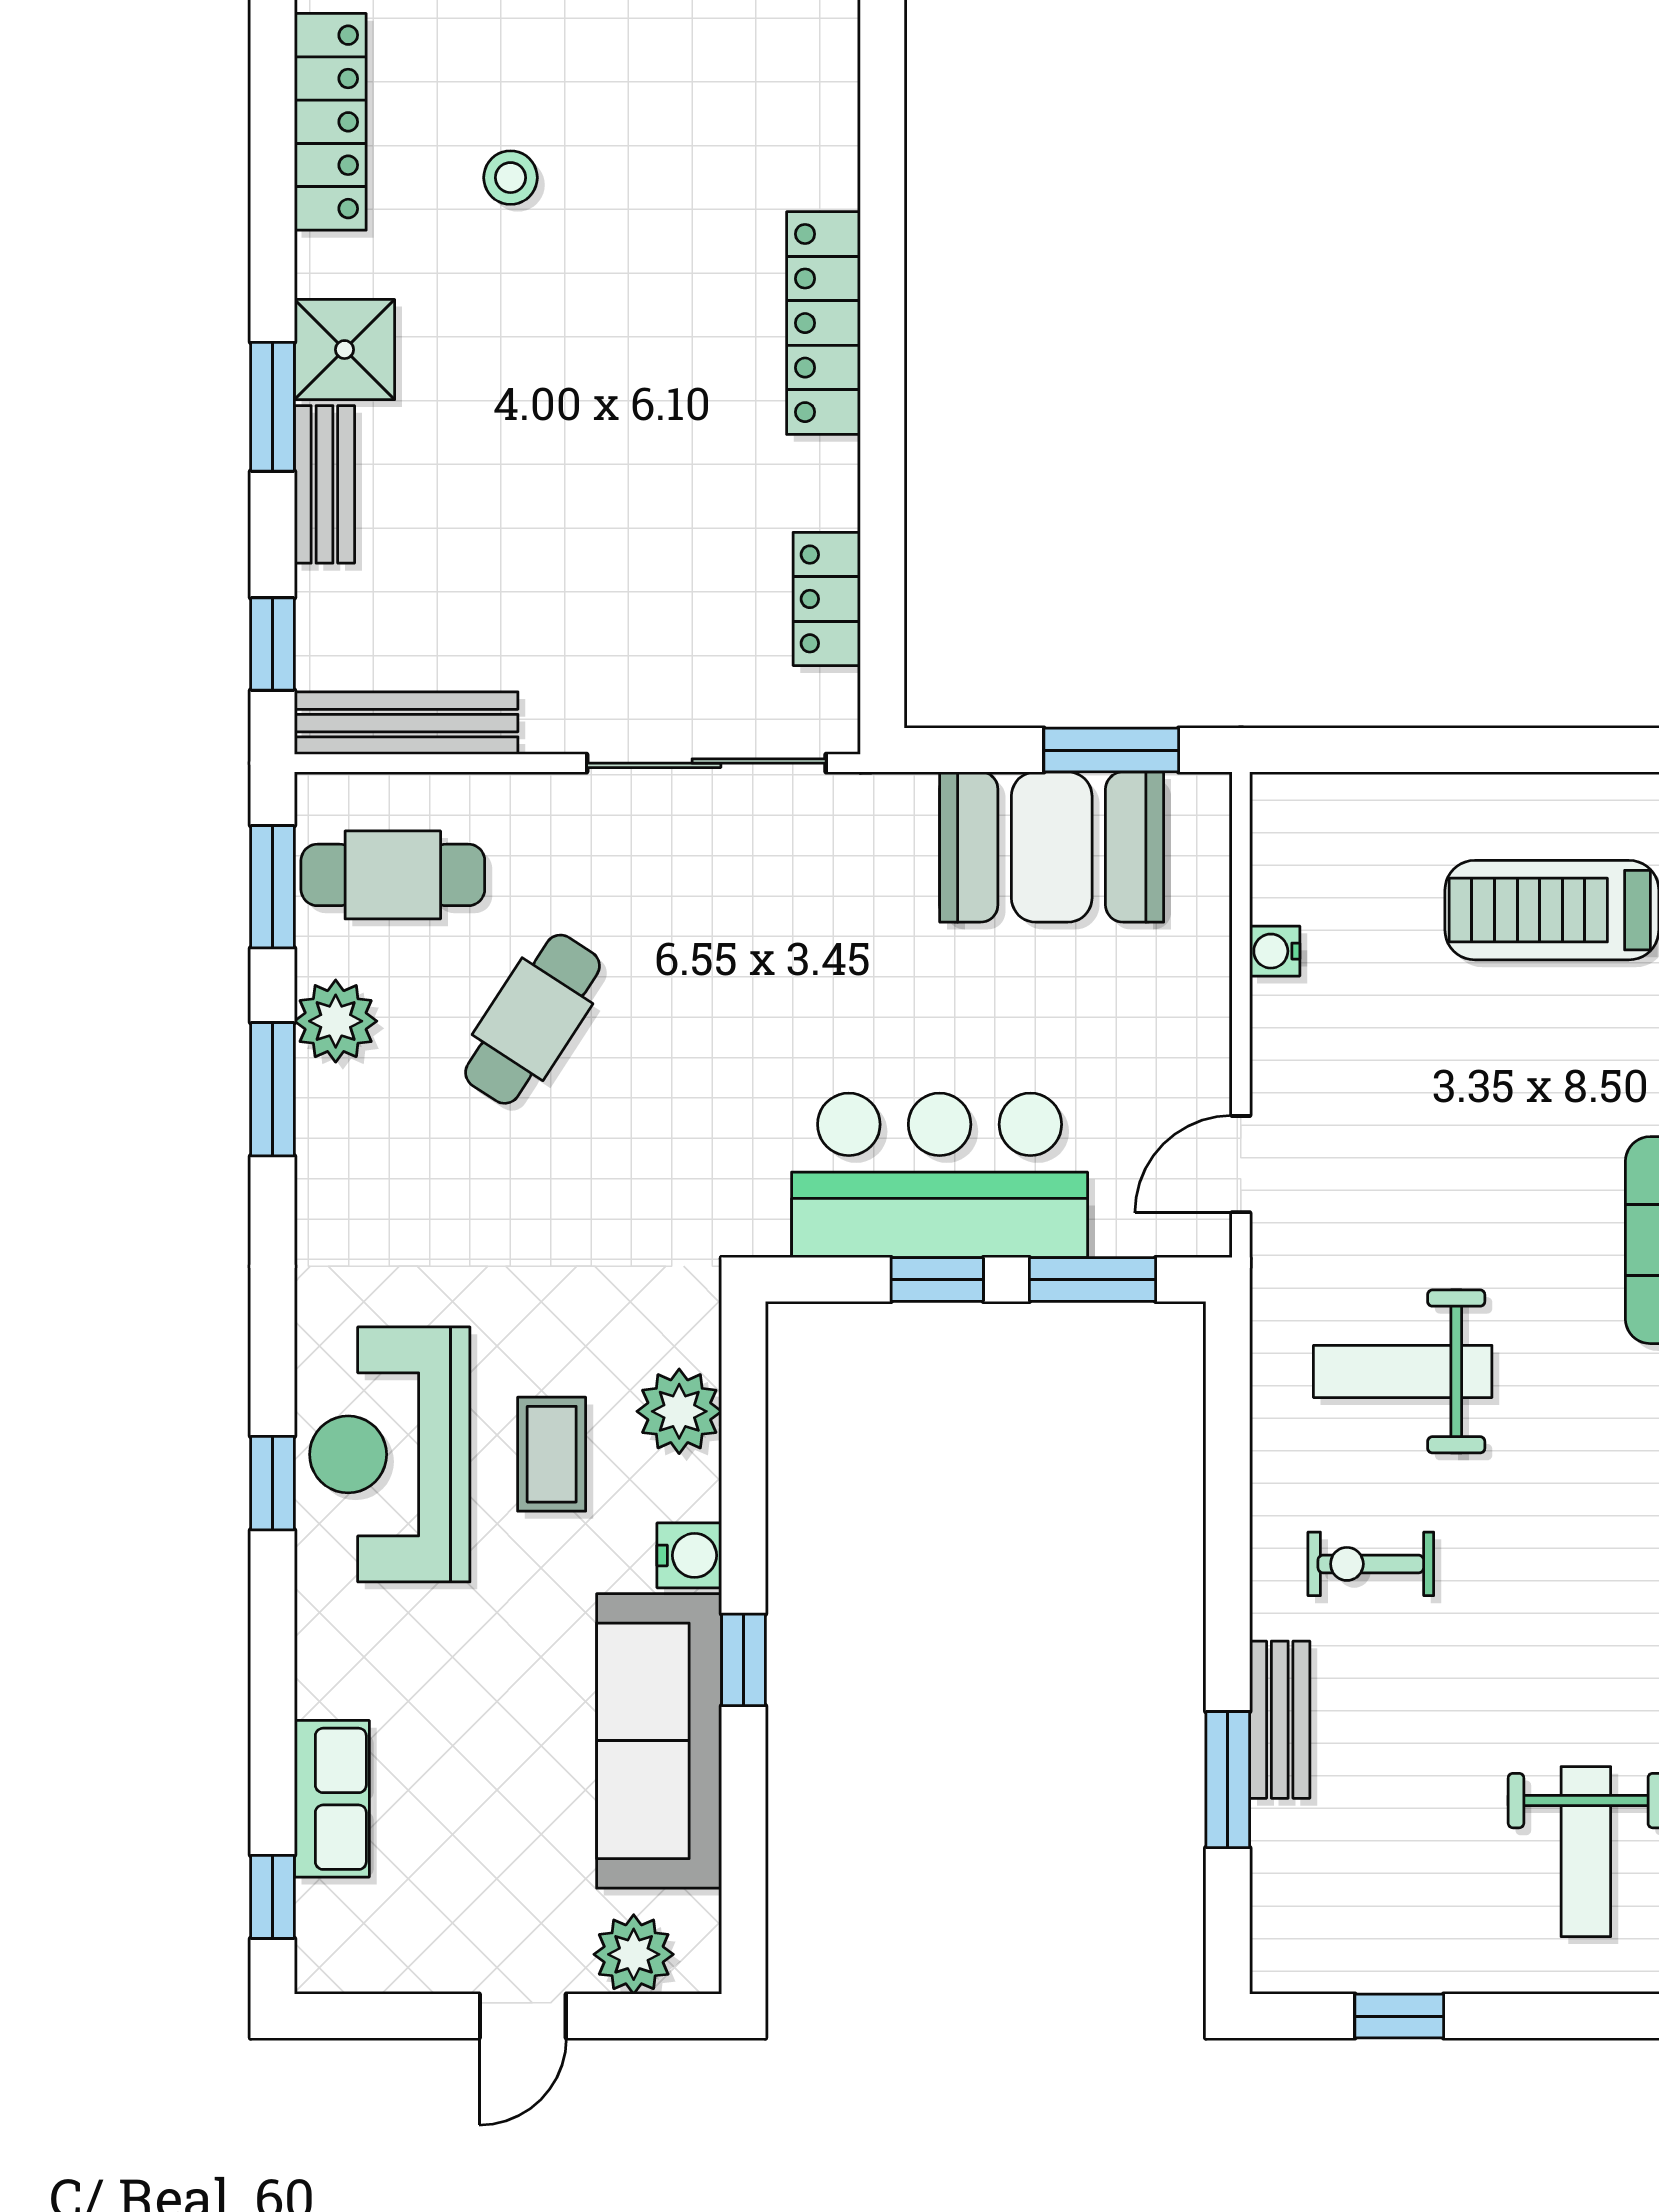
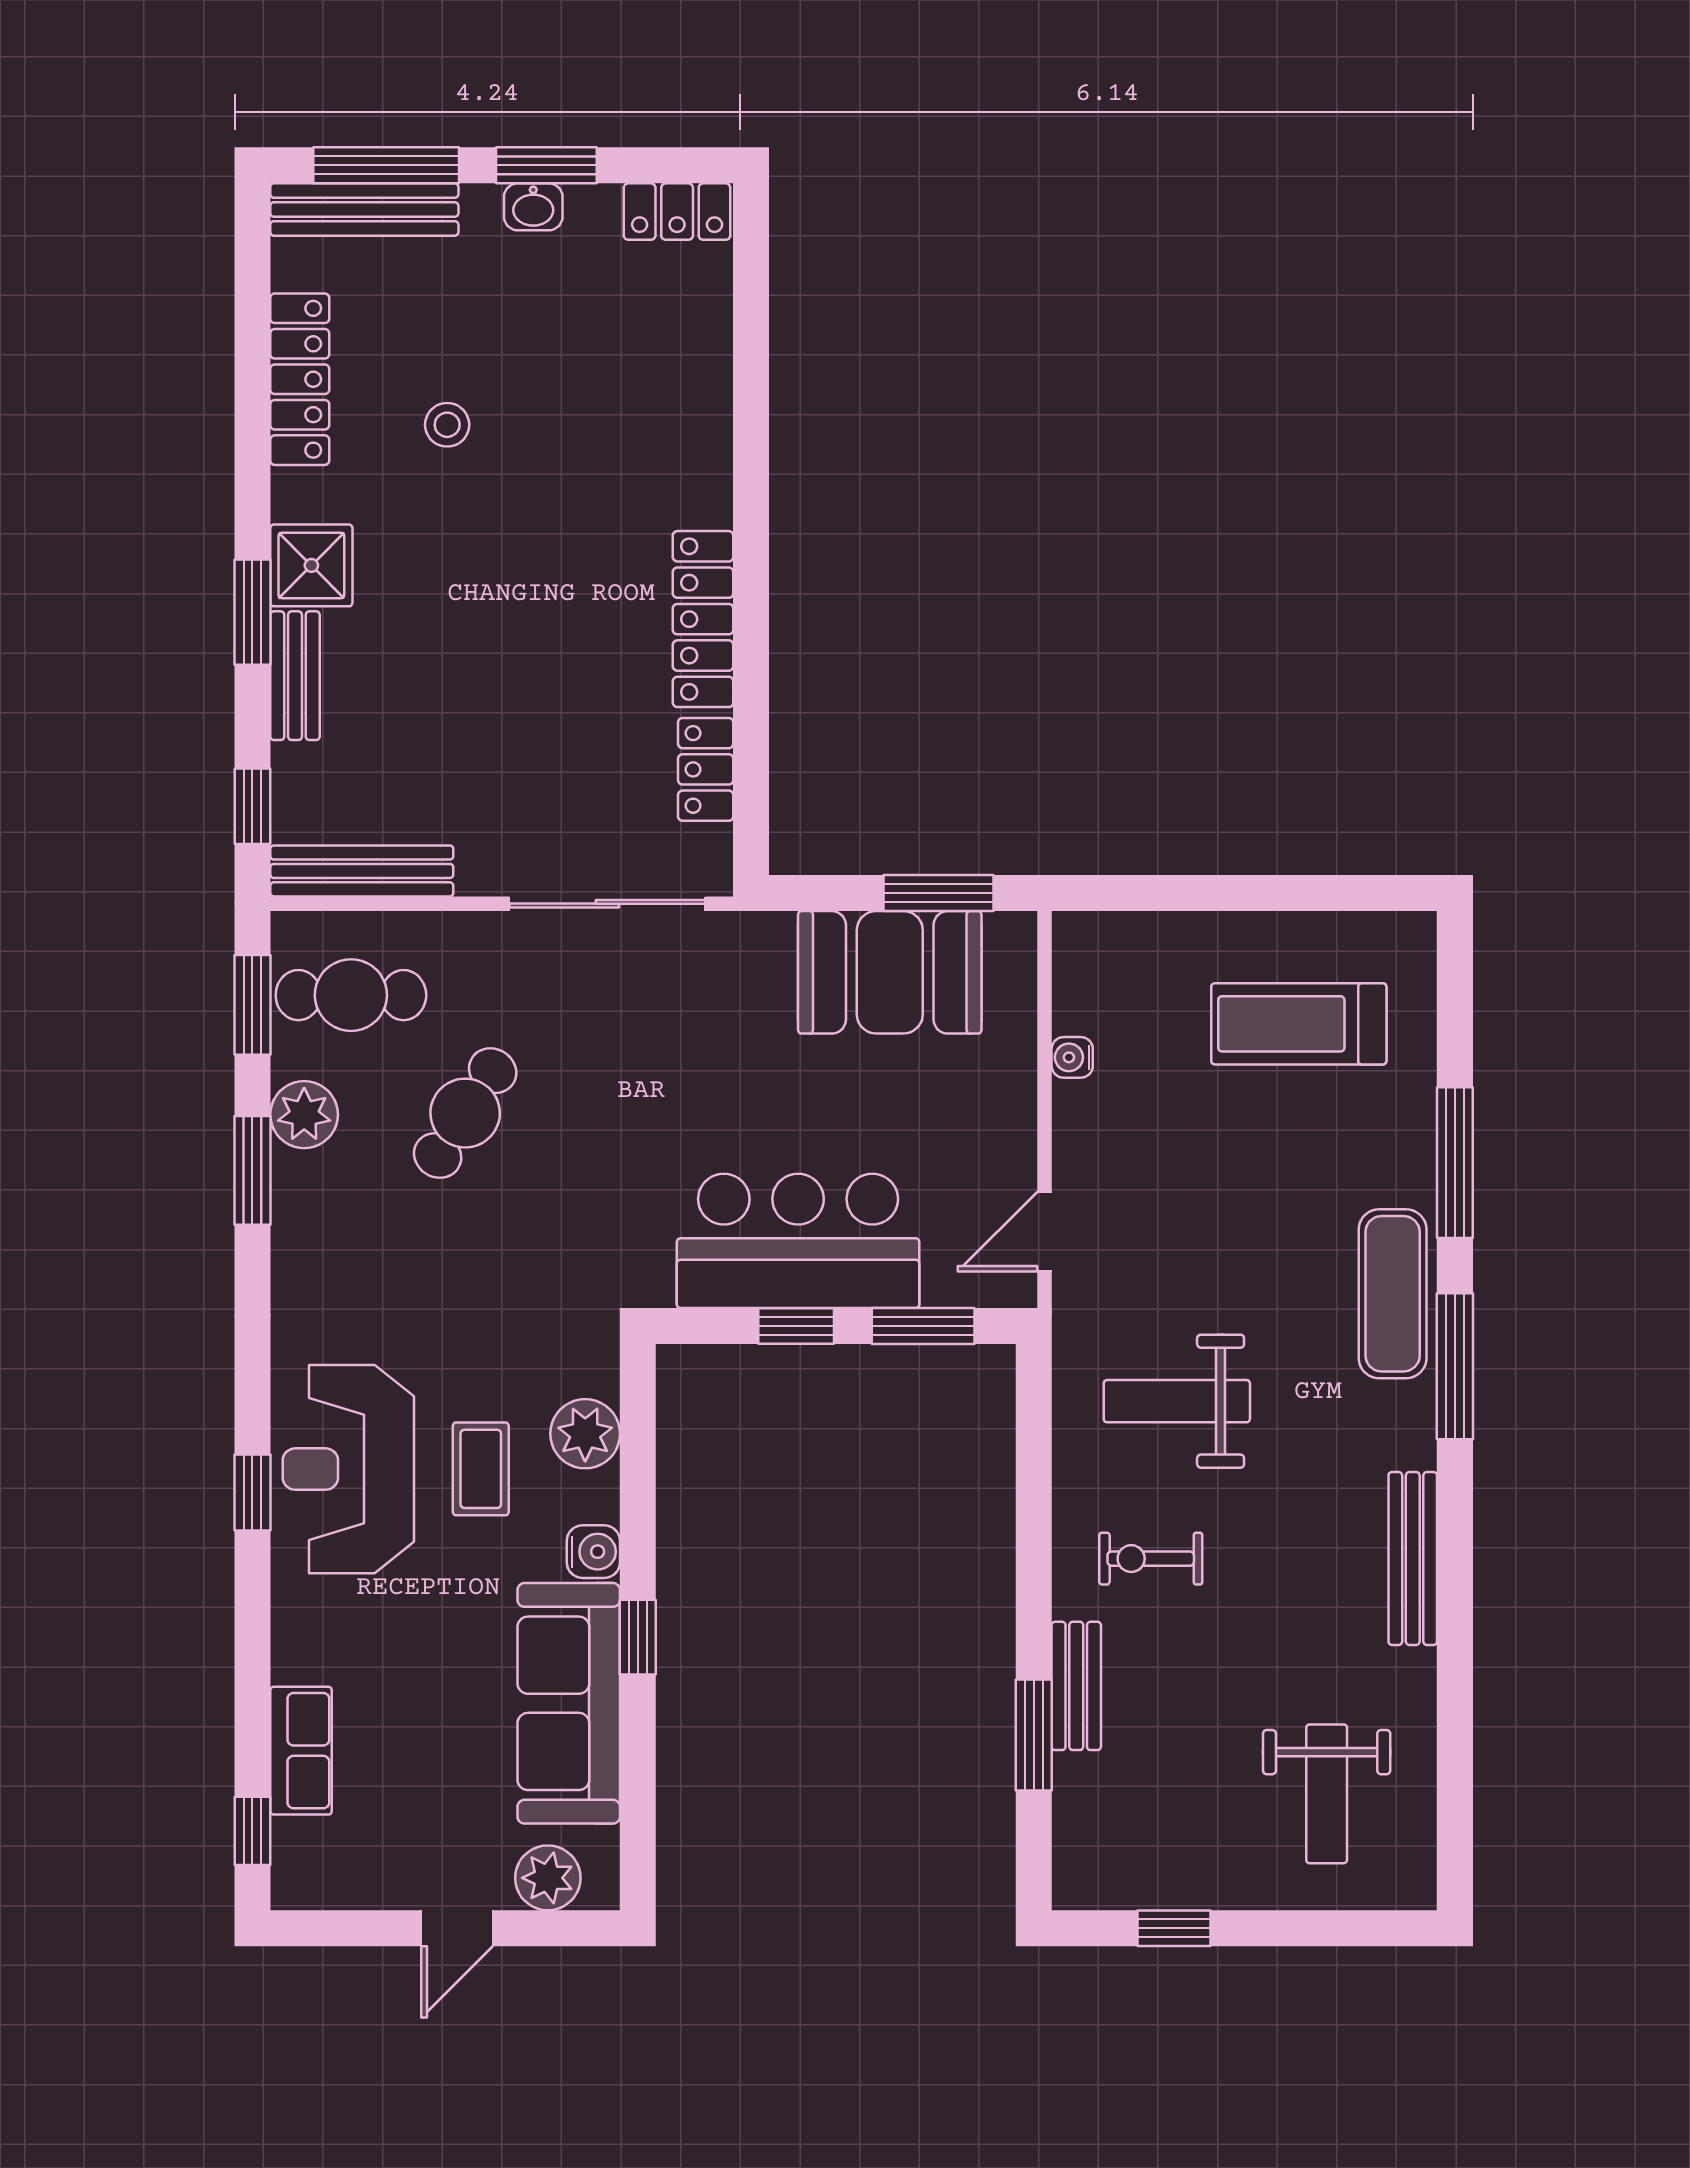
locker: (823, 323) -> (703, 619), moved

